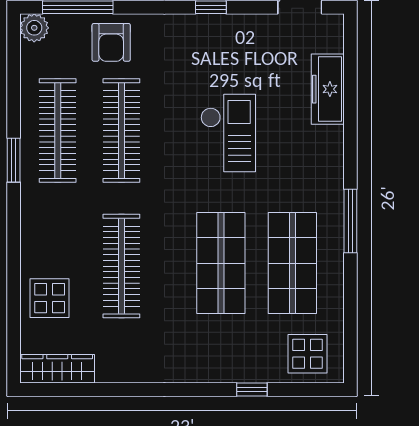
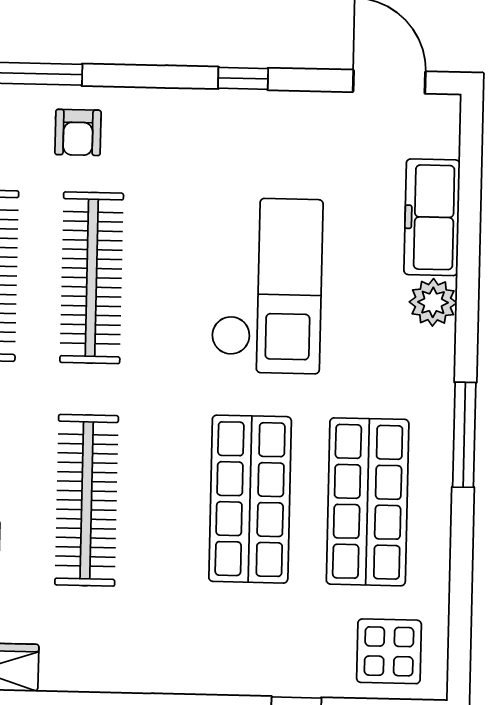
armchair: (111, 42) -> (78, 132), width x0.72, depth x0.72
checkout: (228, 133) -> (267, 286), width x1.36, depth x1.21
plant: (329, 141) -> (433, 302), added

